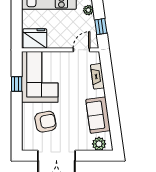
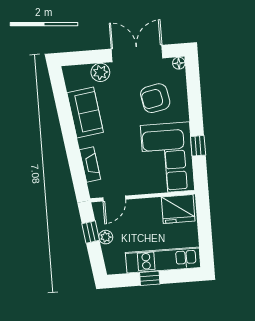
plant: (88, 10) -> (106, 237), moved
plant: (99, 144) -> (100, 72), moved
floor lamp: (26, 146) -> (179, 63), added

